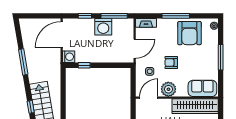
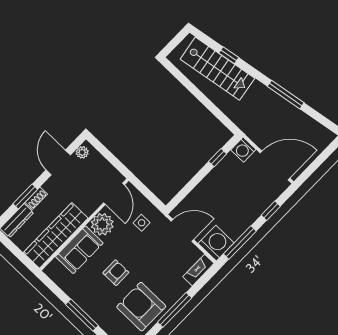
washing machine: (103, 27) -> (216, 243), moved, turned 90
door: (62, 35) -> (275, 166), hinge flipped
door: (135, 49) -> (182, 230), swing flipped
armchair: (171, 63) -> (116, 273), moved
sofa: (202, 88) -> (79, 250), moved

